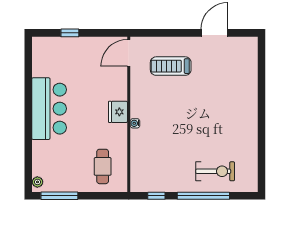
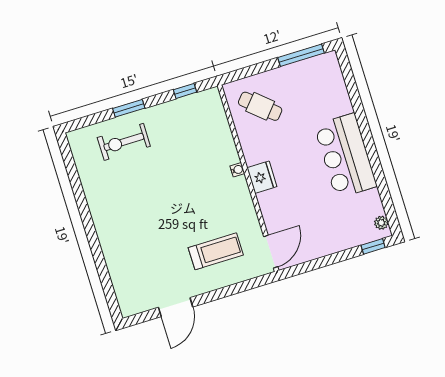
window: (70, 33) -> (373, 246), moved
cafe table: (103, 166) -> (260, 106), turned -49
plant: (37, 182) -> (381, 223), moved
window: (203, 196) -> (129, 108), width x0.47

